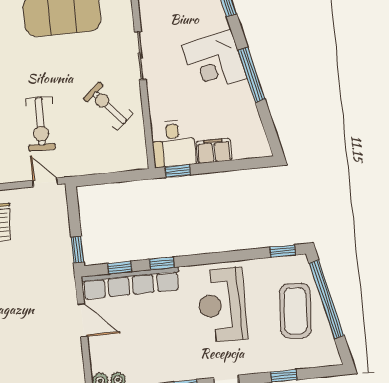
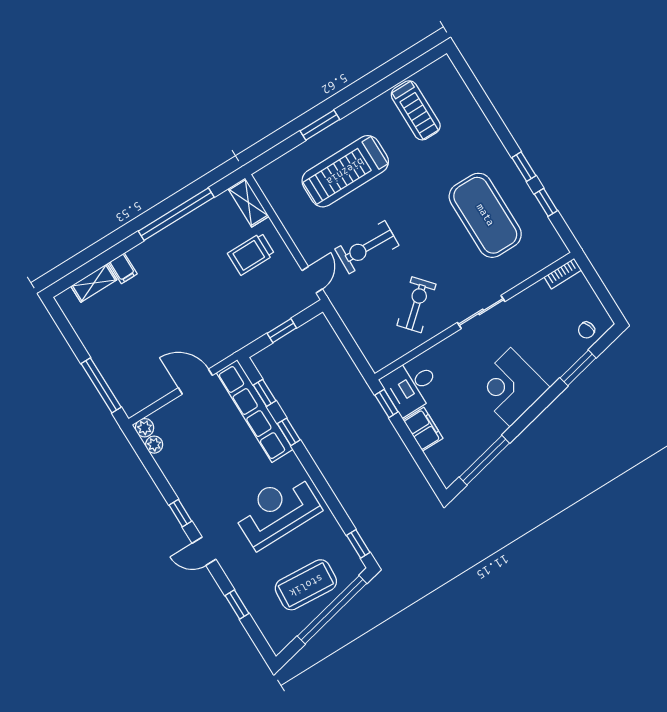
window: (251, 75) -> (484, 460), moved
window: (77, 250) -> (282, 331), moved
door: (82, 320) -> (195, 382), swing flipped

